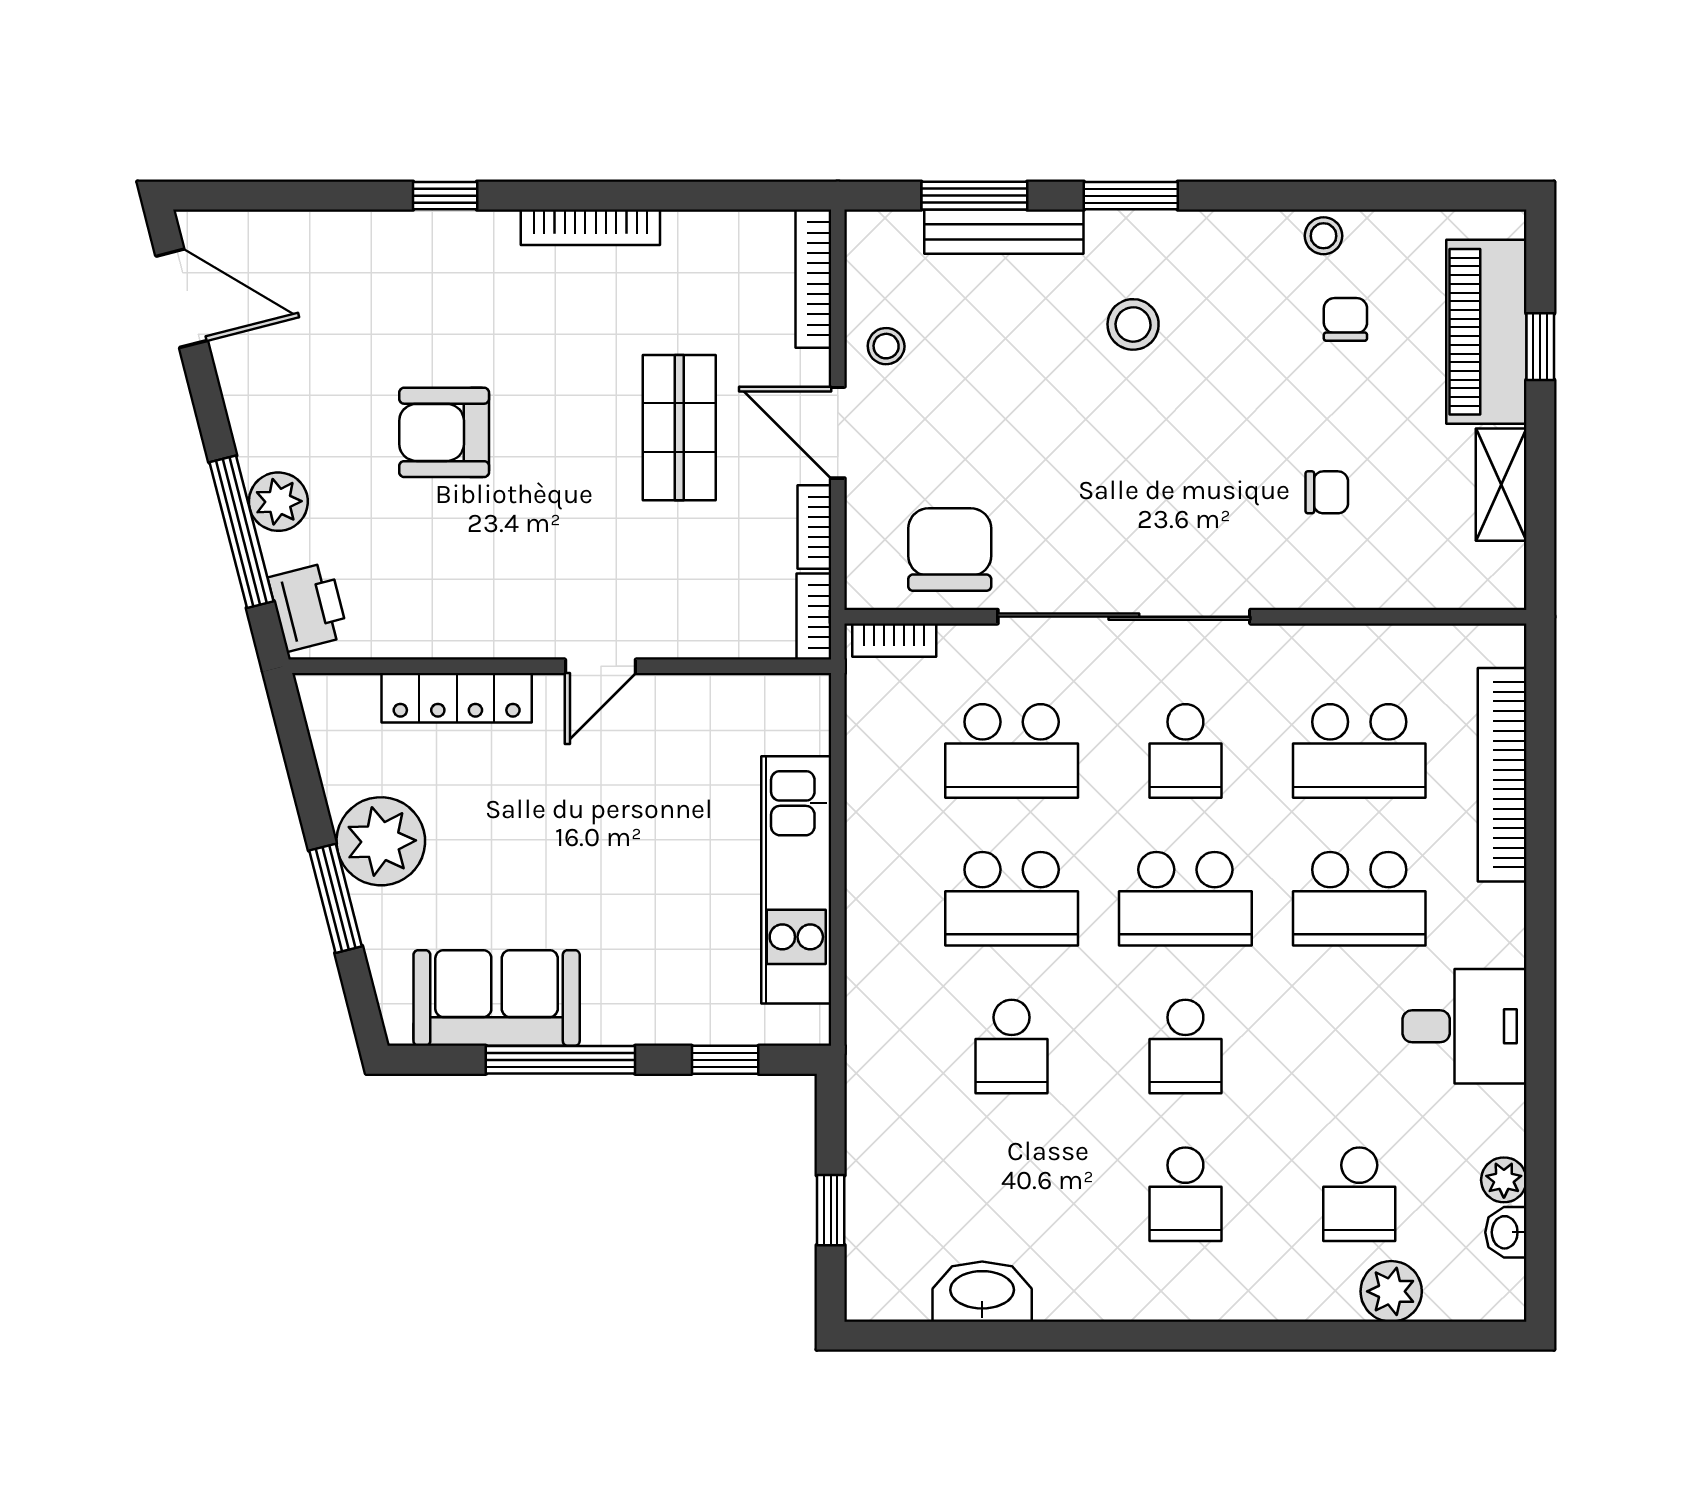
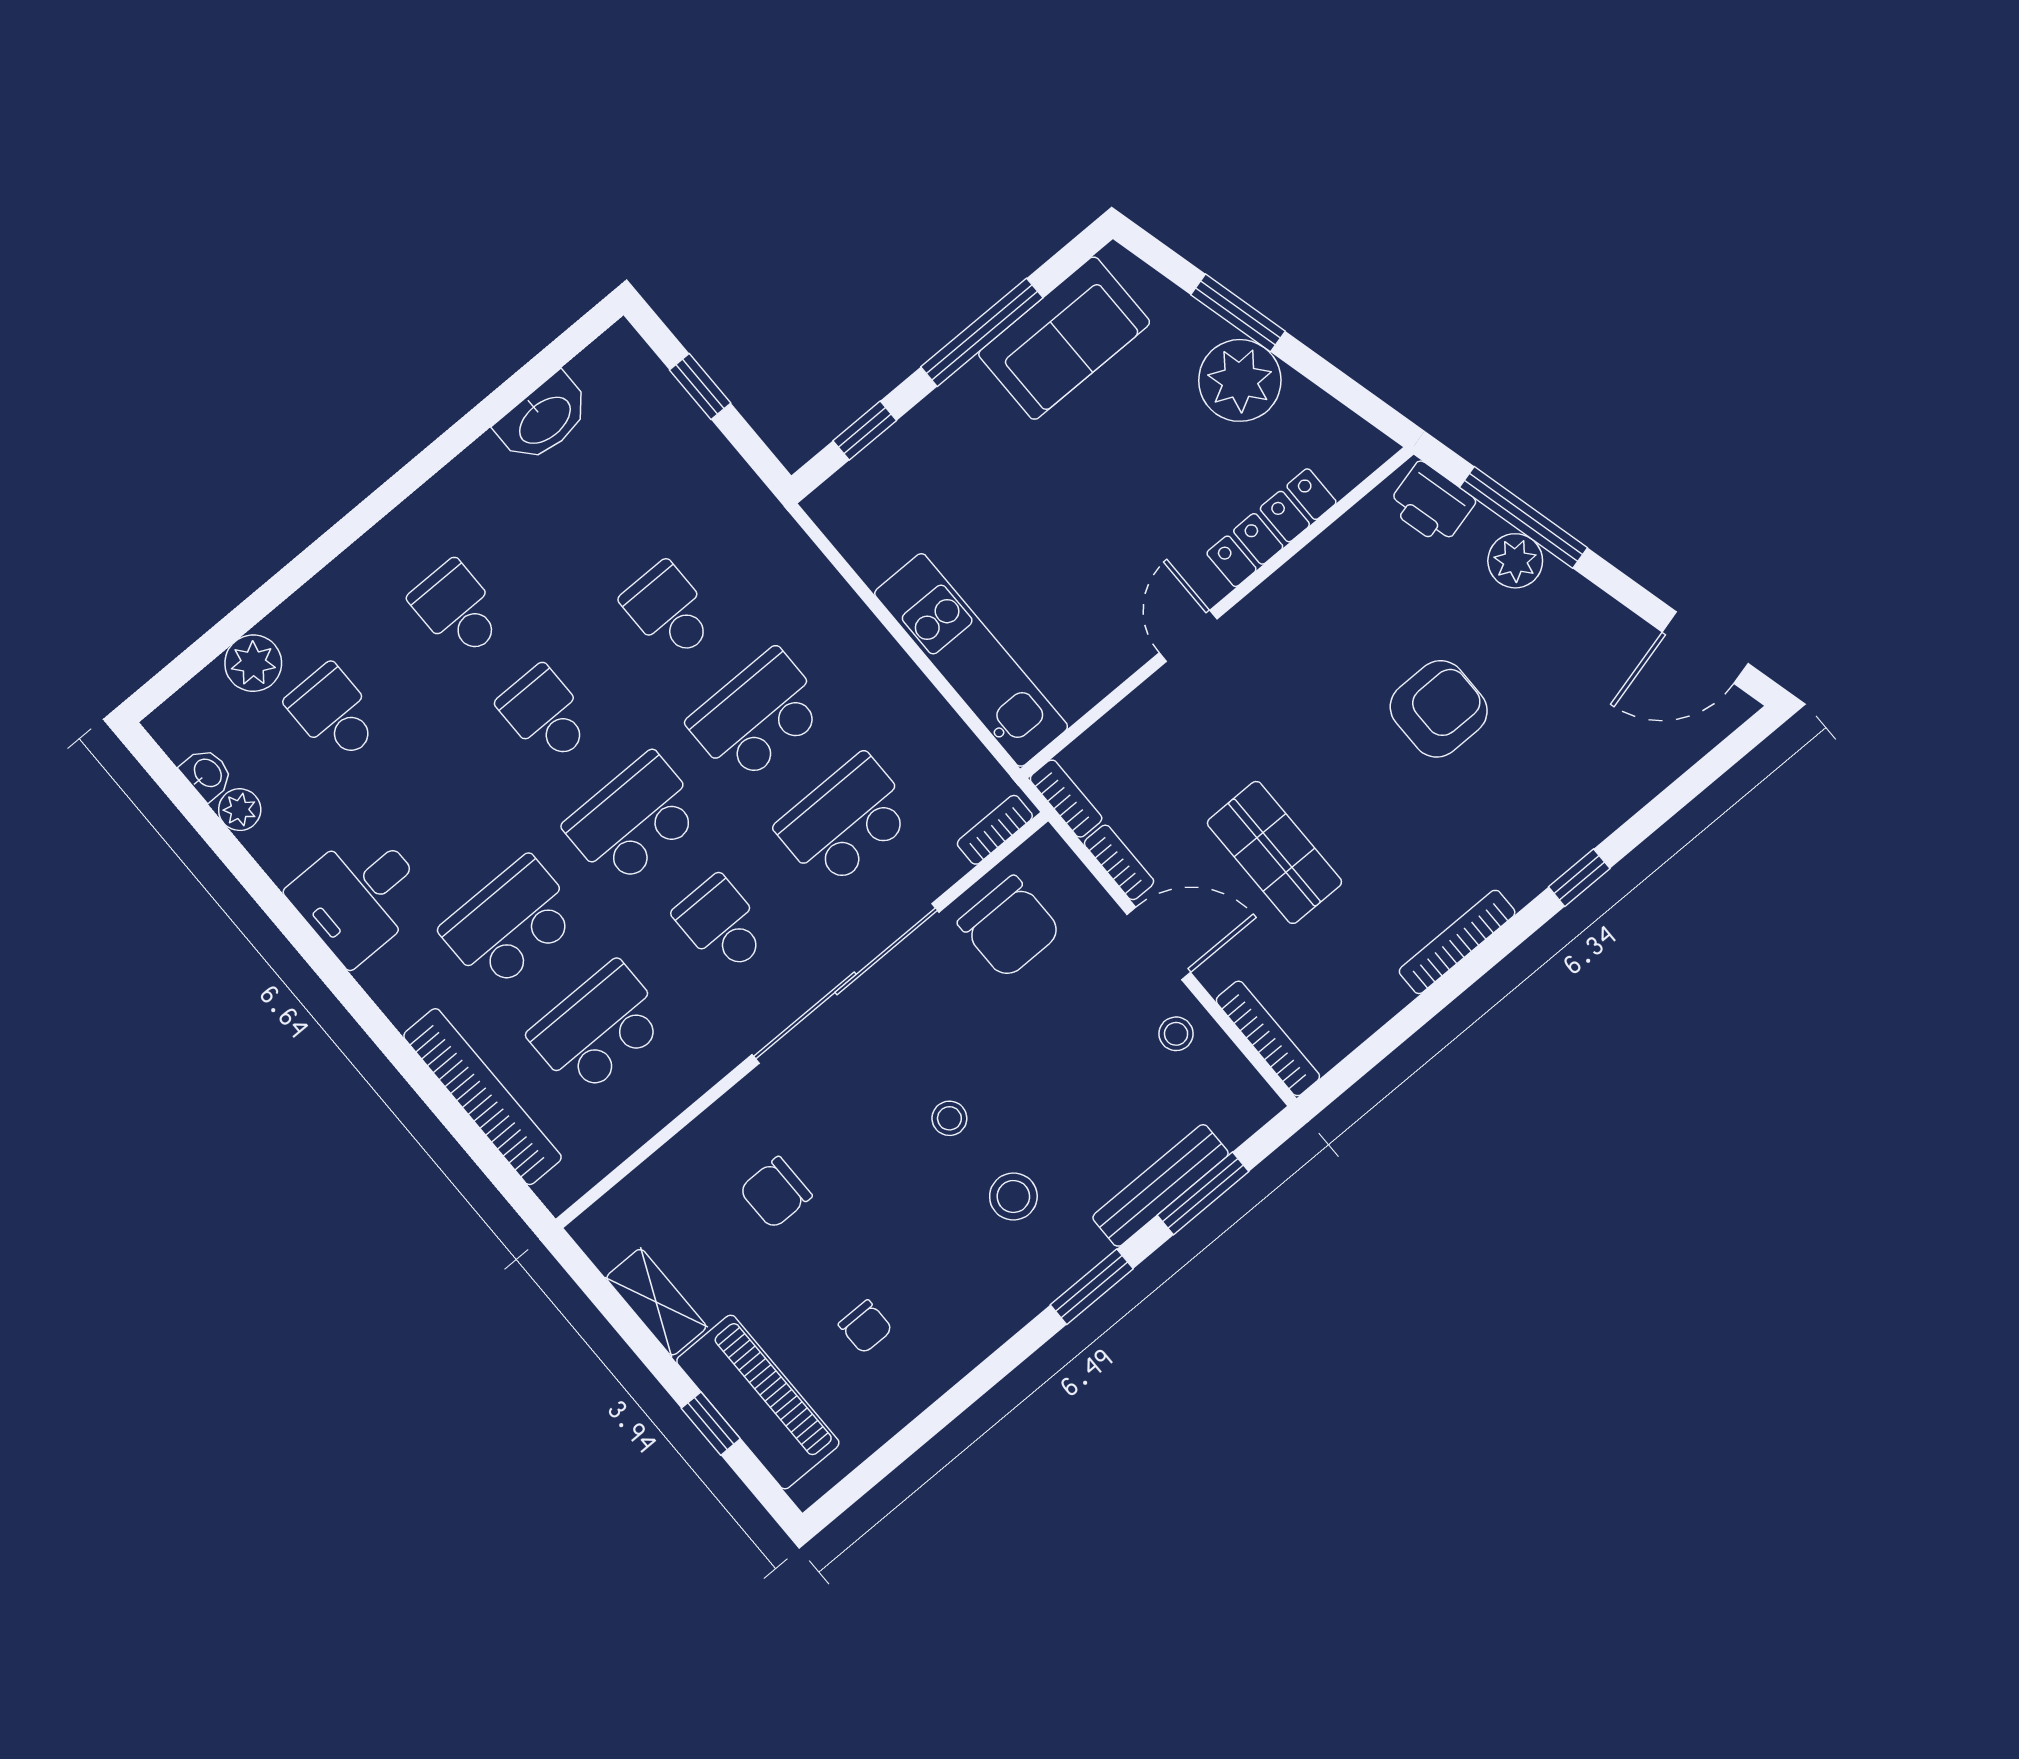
stool: (1324, 236) -> (949, 1118), moved
chair: (1327, 492) -> (776, 1193), width x1.37, depth x1.37
kitchen unit: (796, 880) -> (971, 660), moved

